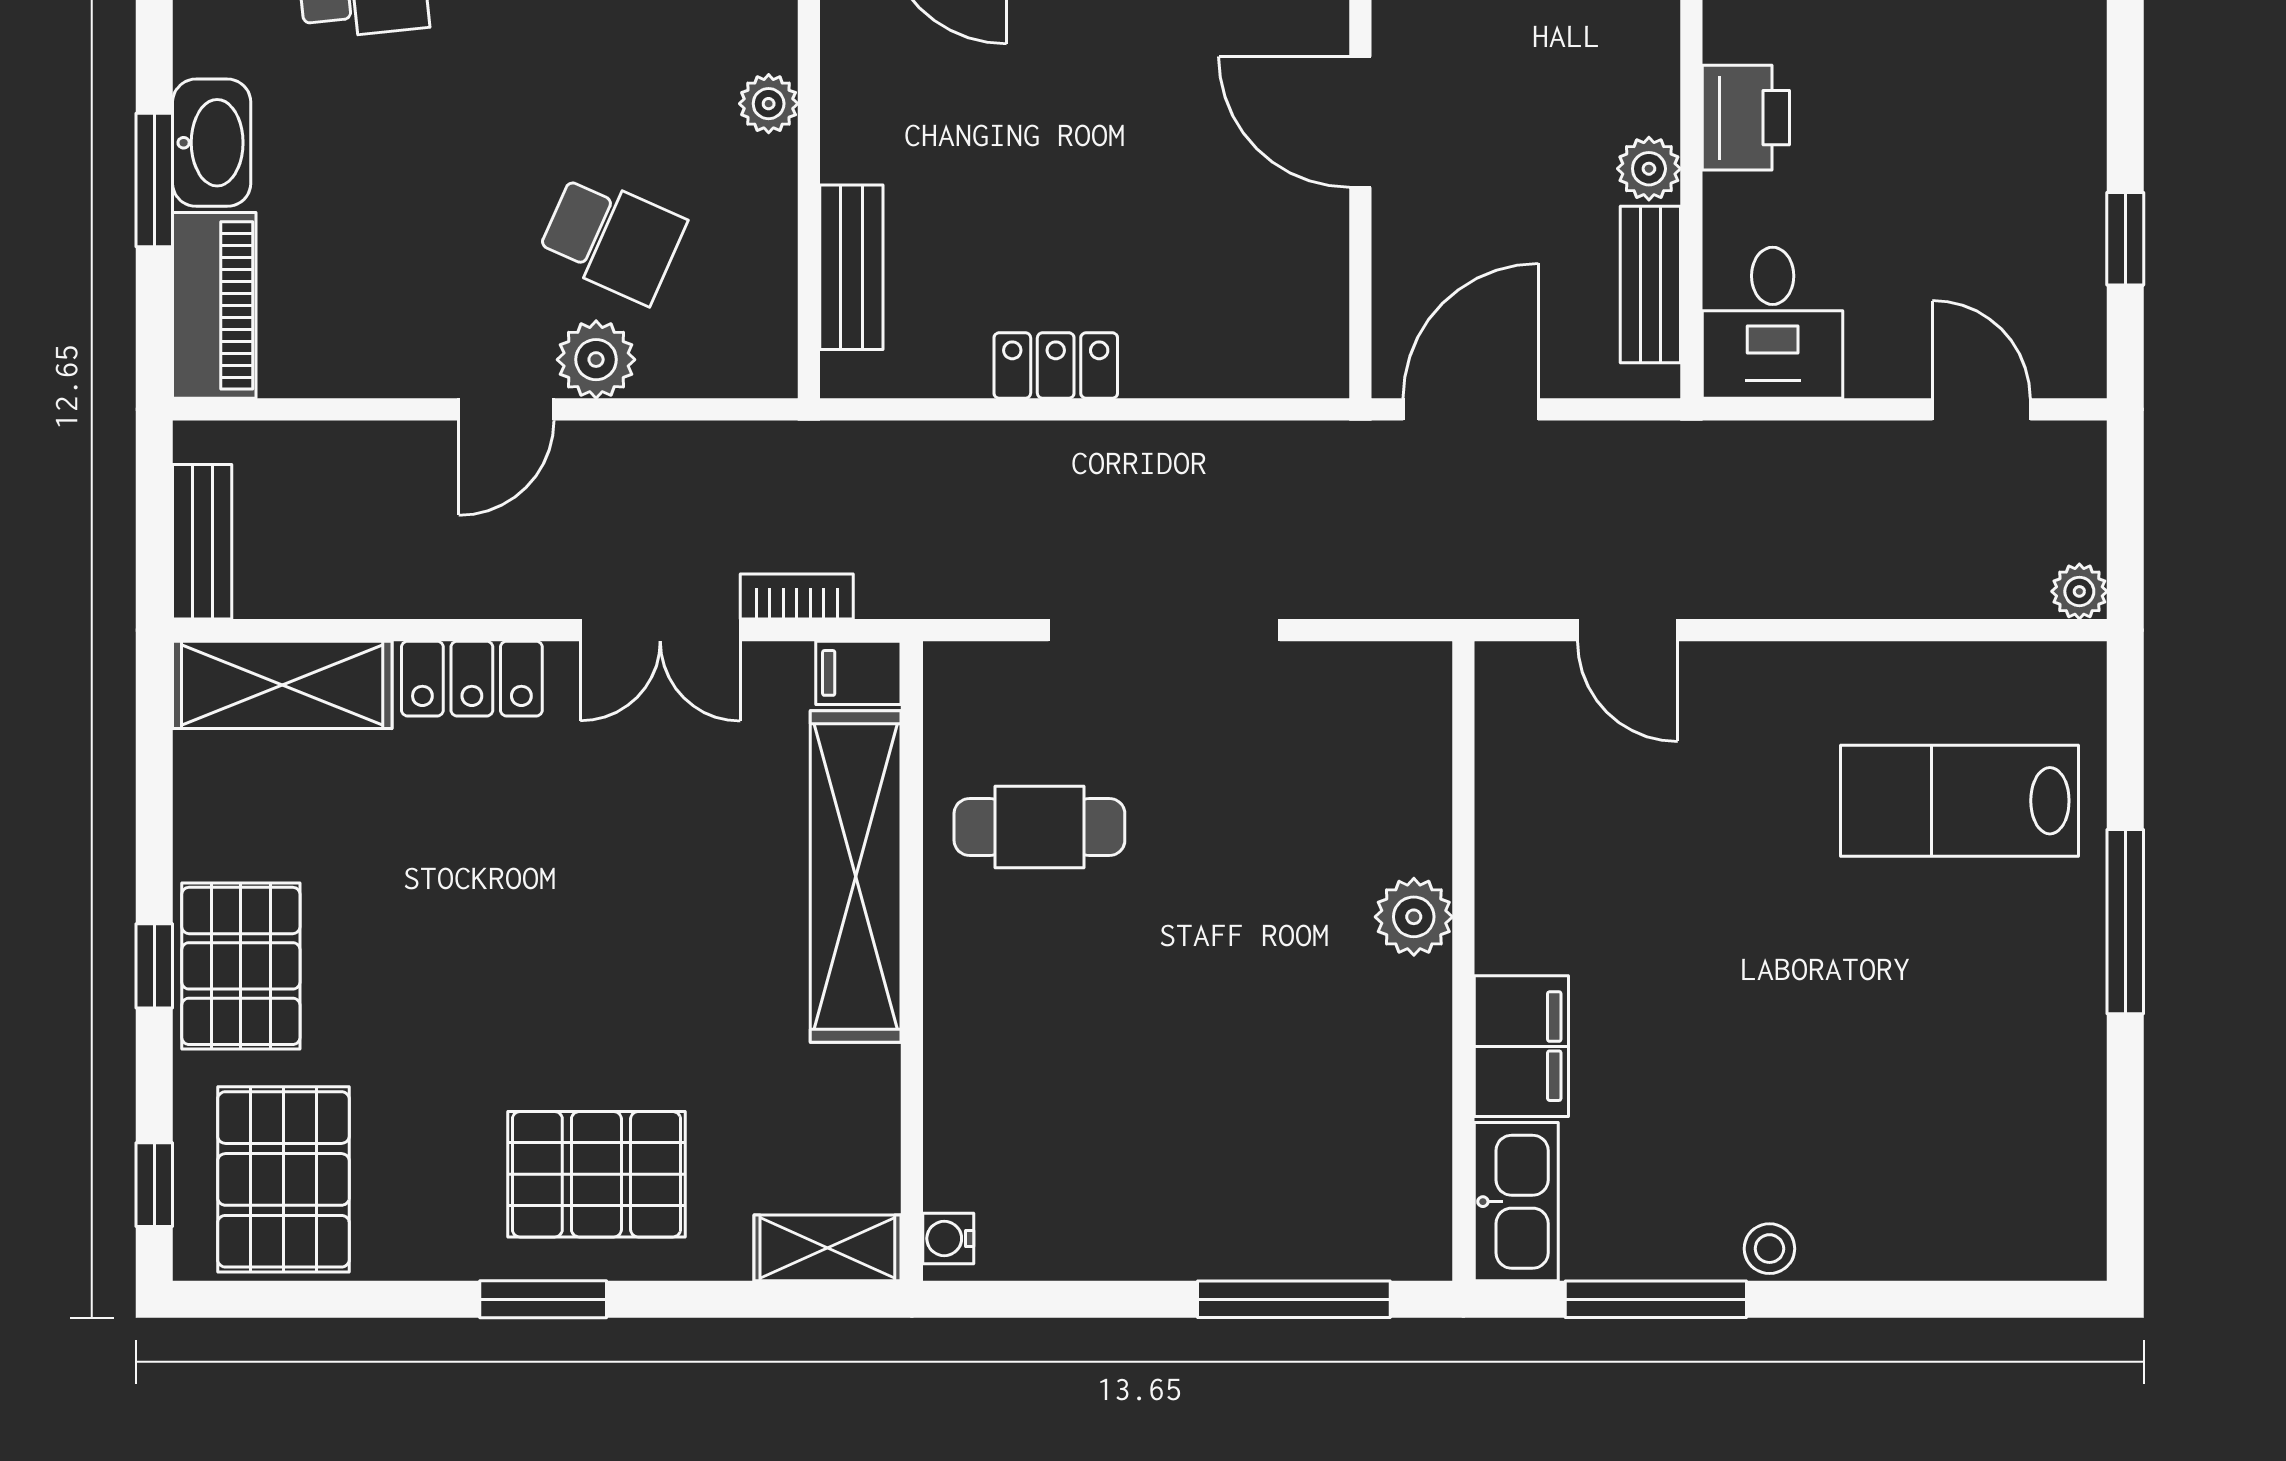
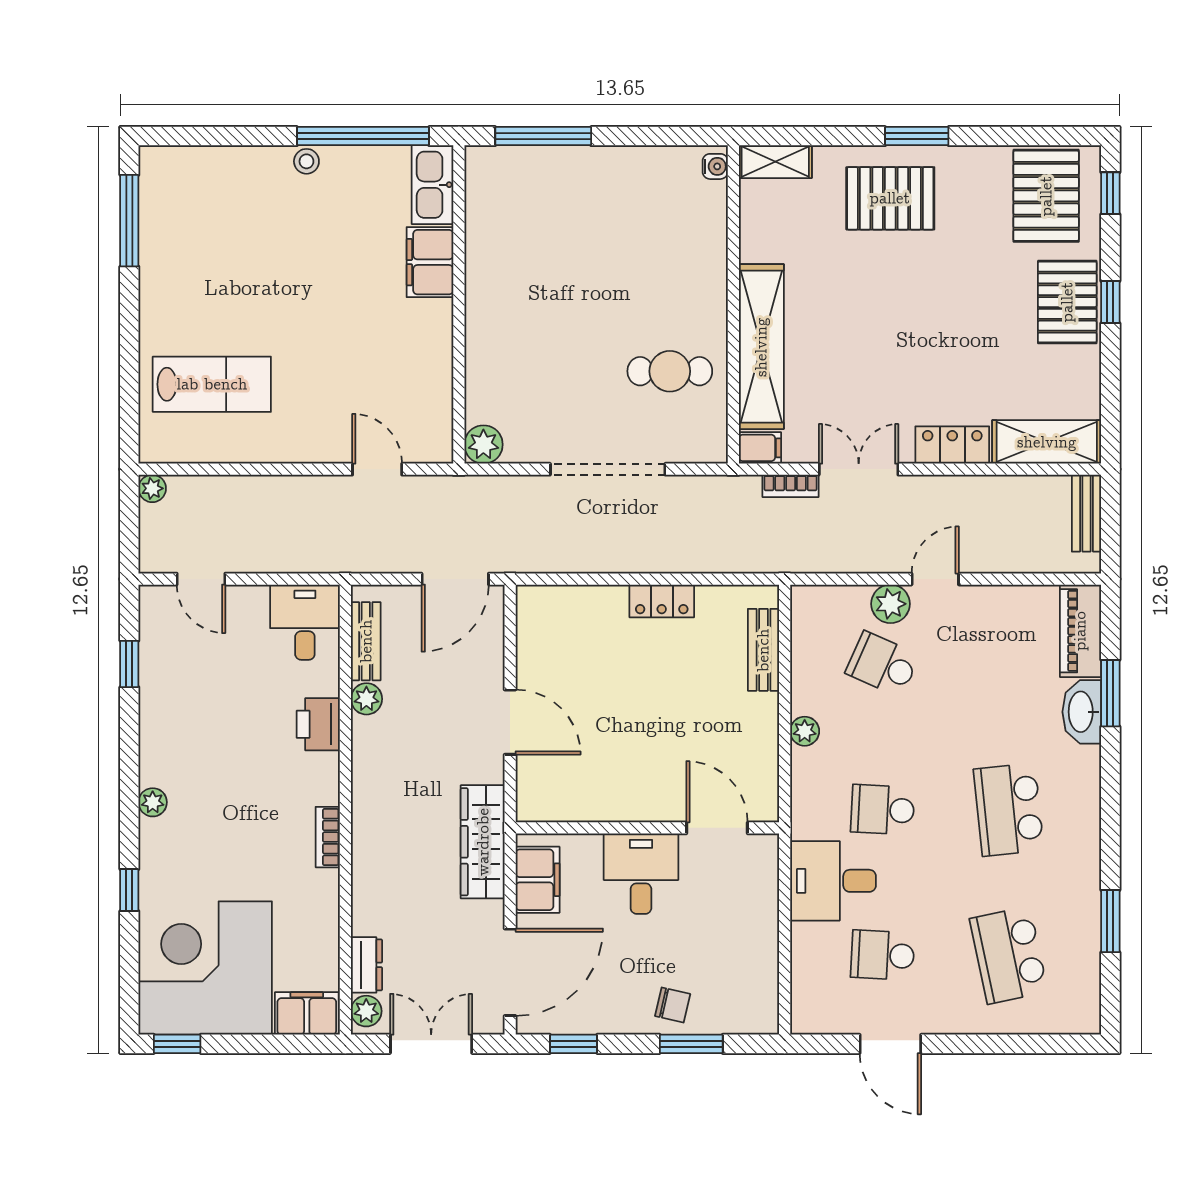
plant: (1414, 917) -> (483, 445), moved
window: (2125, 922) -> (129, 221), moved
window: (1656, 1299) -> (363, 136), width x1.46

